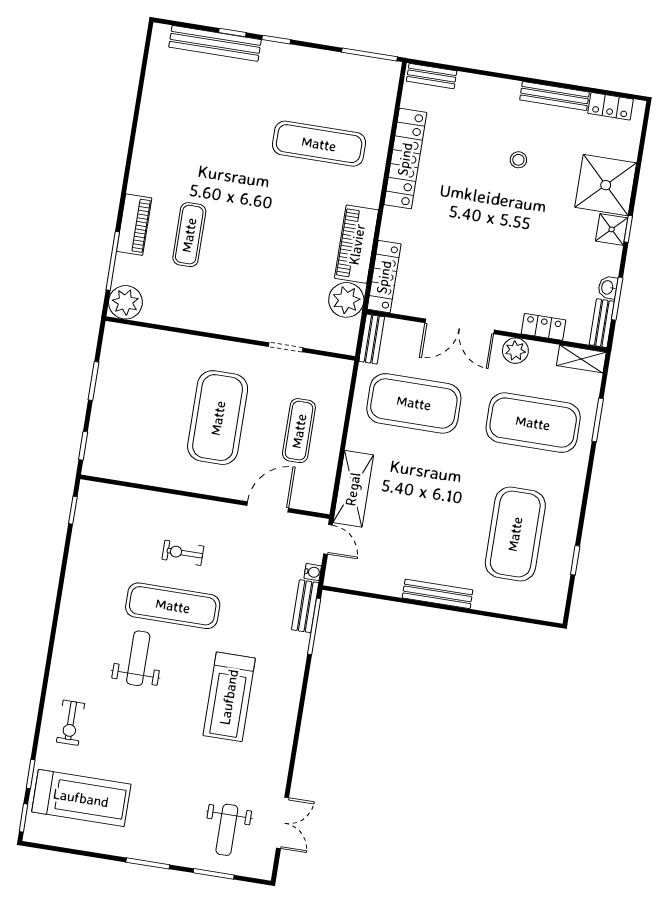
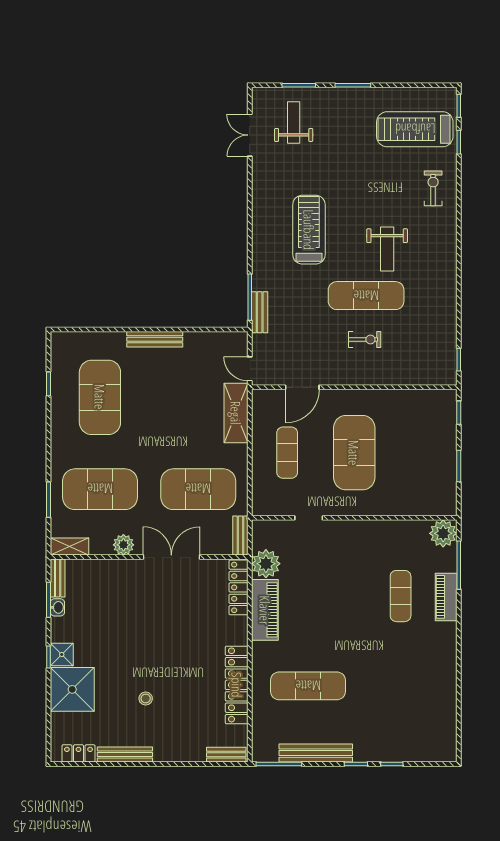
bench: (215, 43) -> (316, 753), moved
locker: (543, 327) -> (104, 567), removed
water cooler: (313, 572) -> (258, 341), removed

